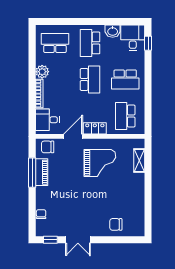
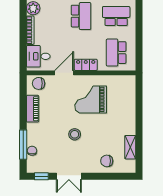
school desk: (125, 79) -> (116, 16), turned 180
shelving: (139, 160) -> (130, 147), moved
grand piano: (100, 163) -> (91, 99), turned 180
window: (32, 173) -> (23, 145), moved
stool: (84, 198) -> (75, 134), added

